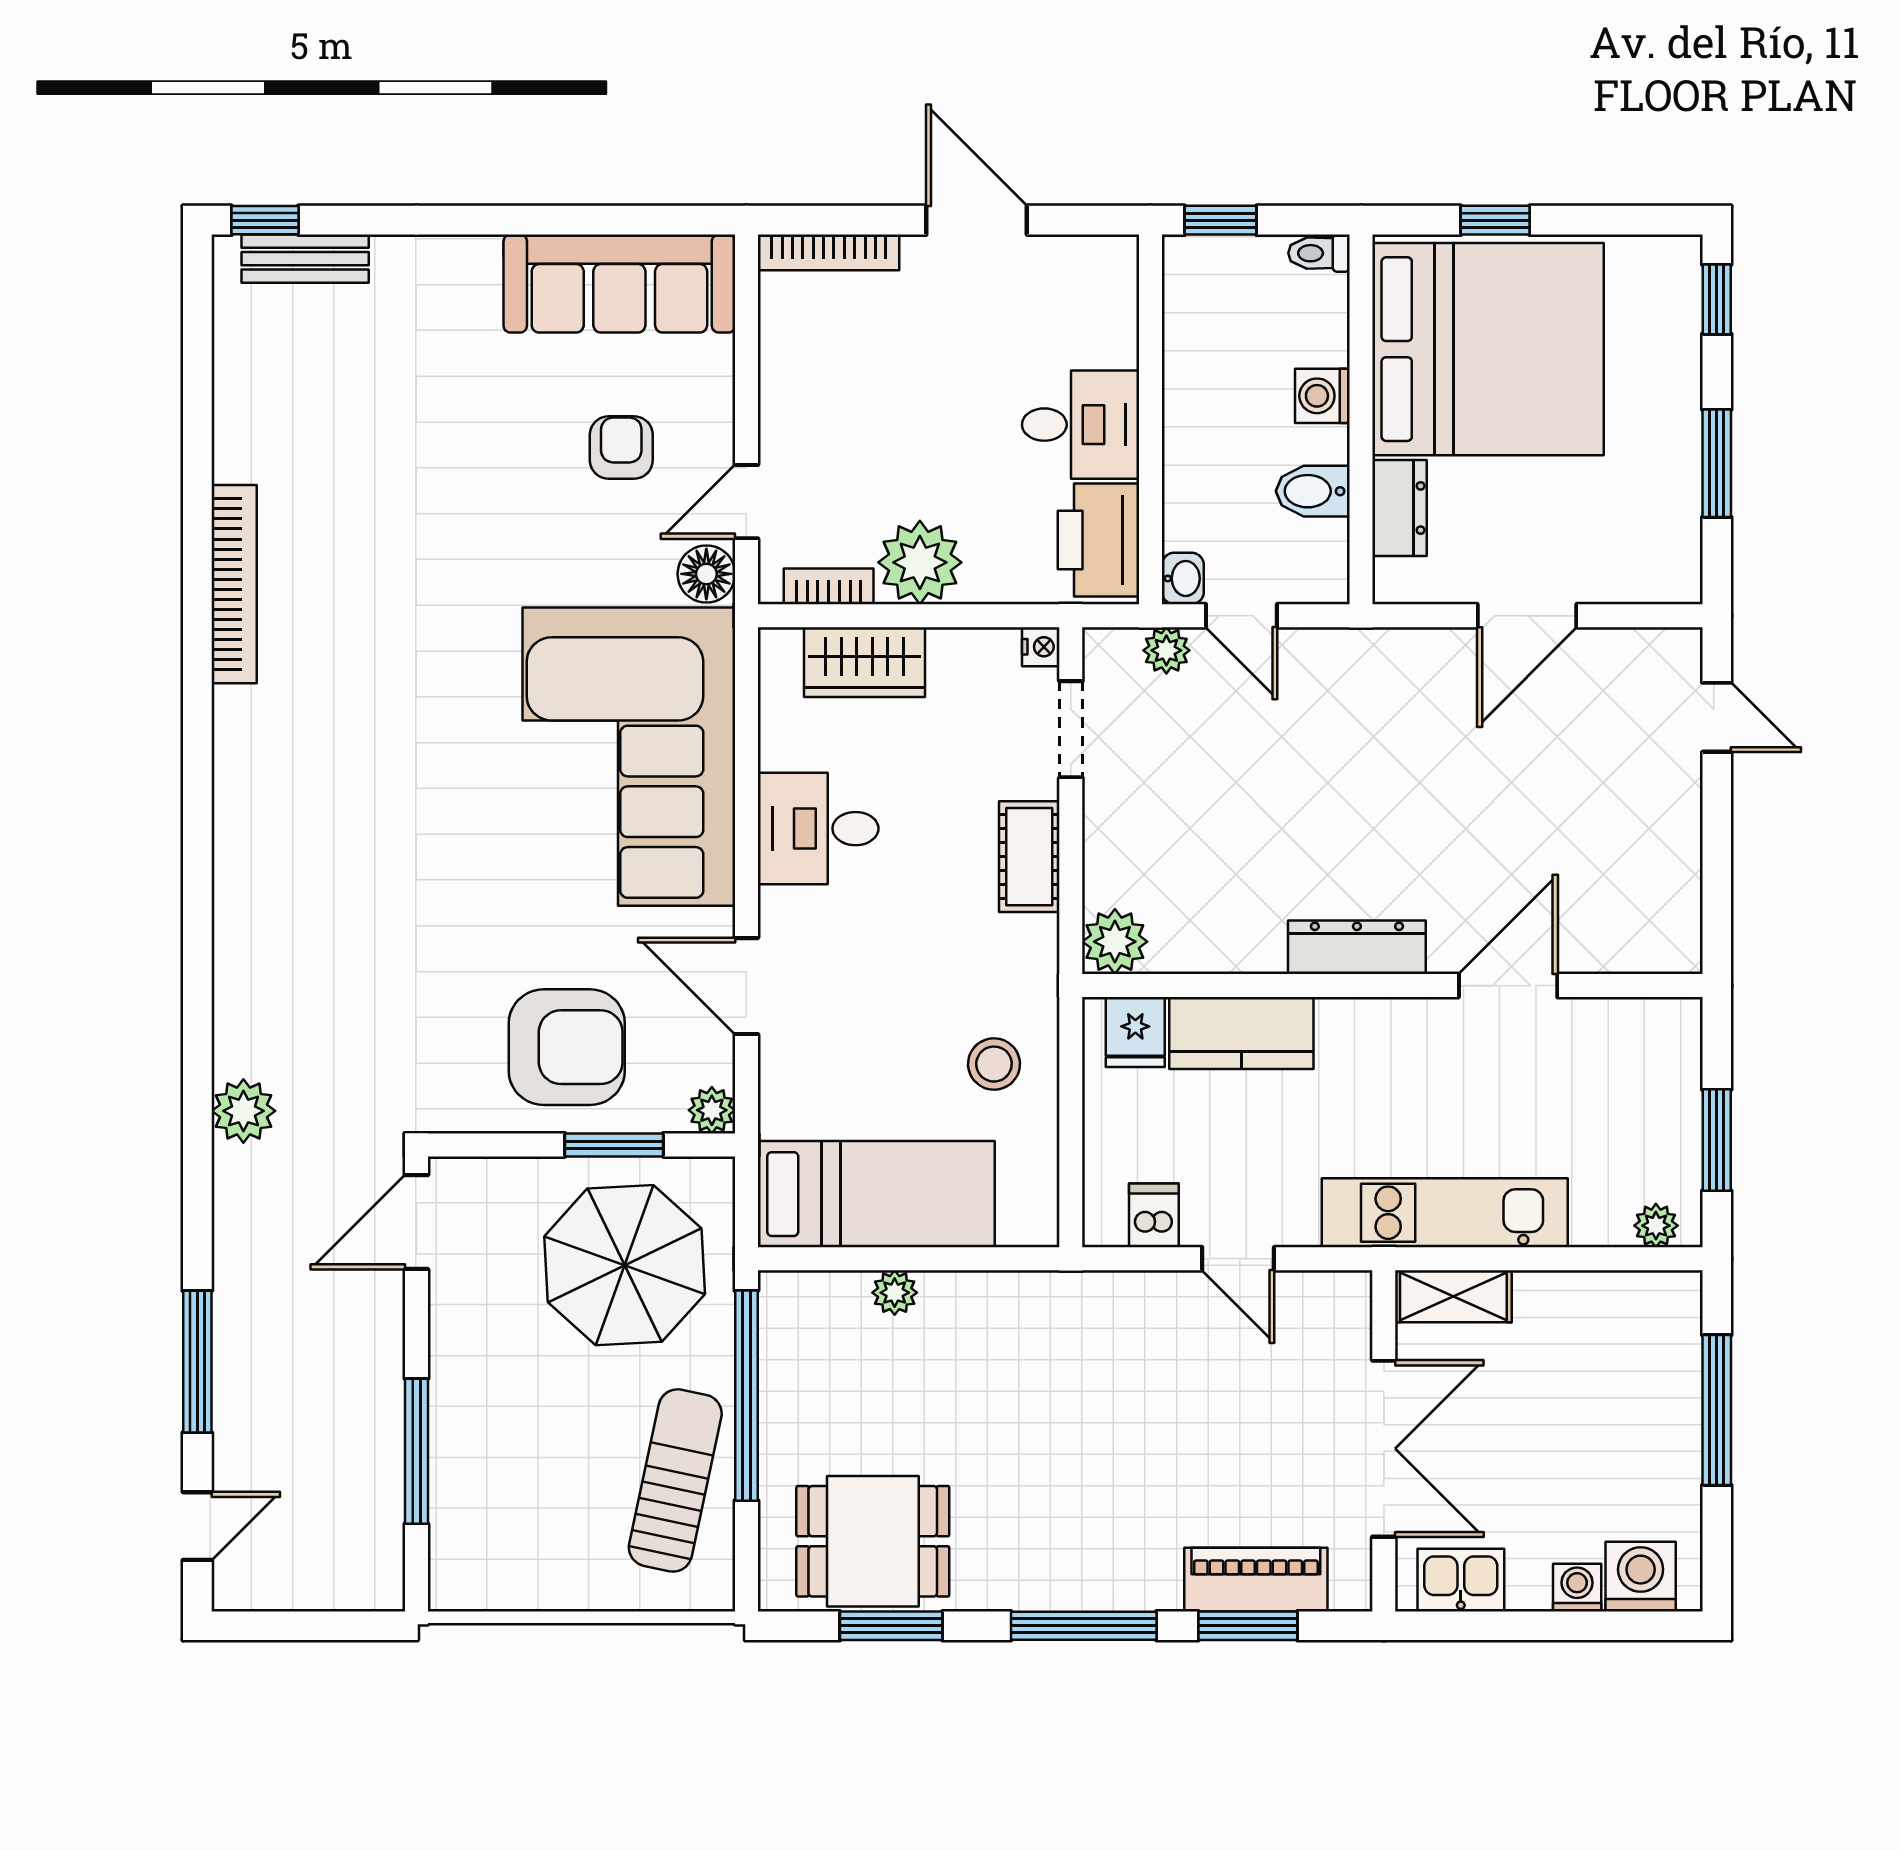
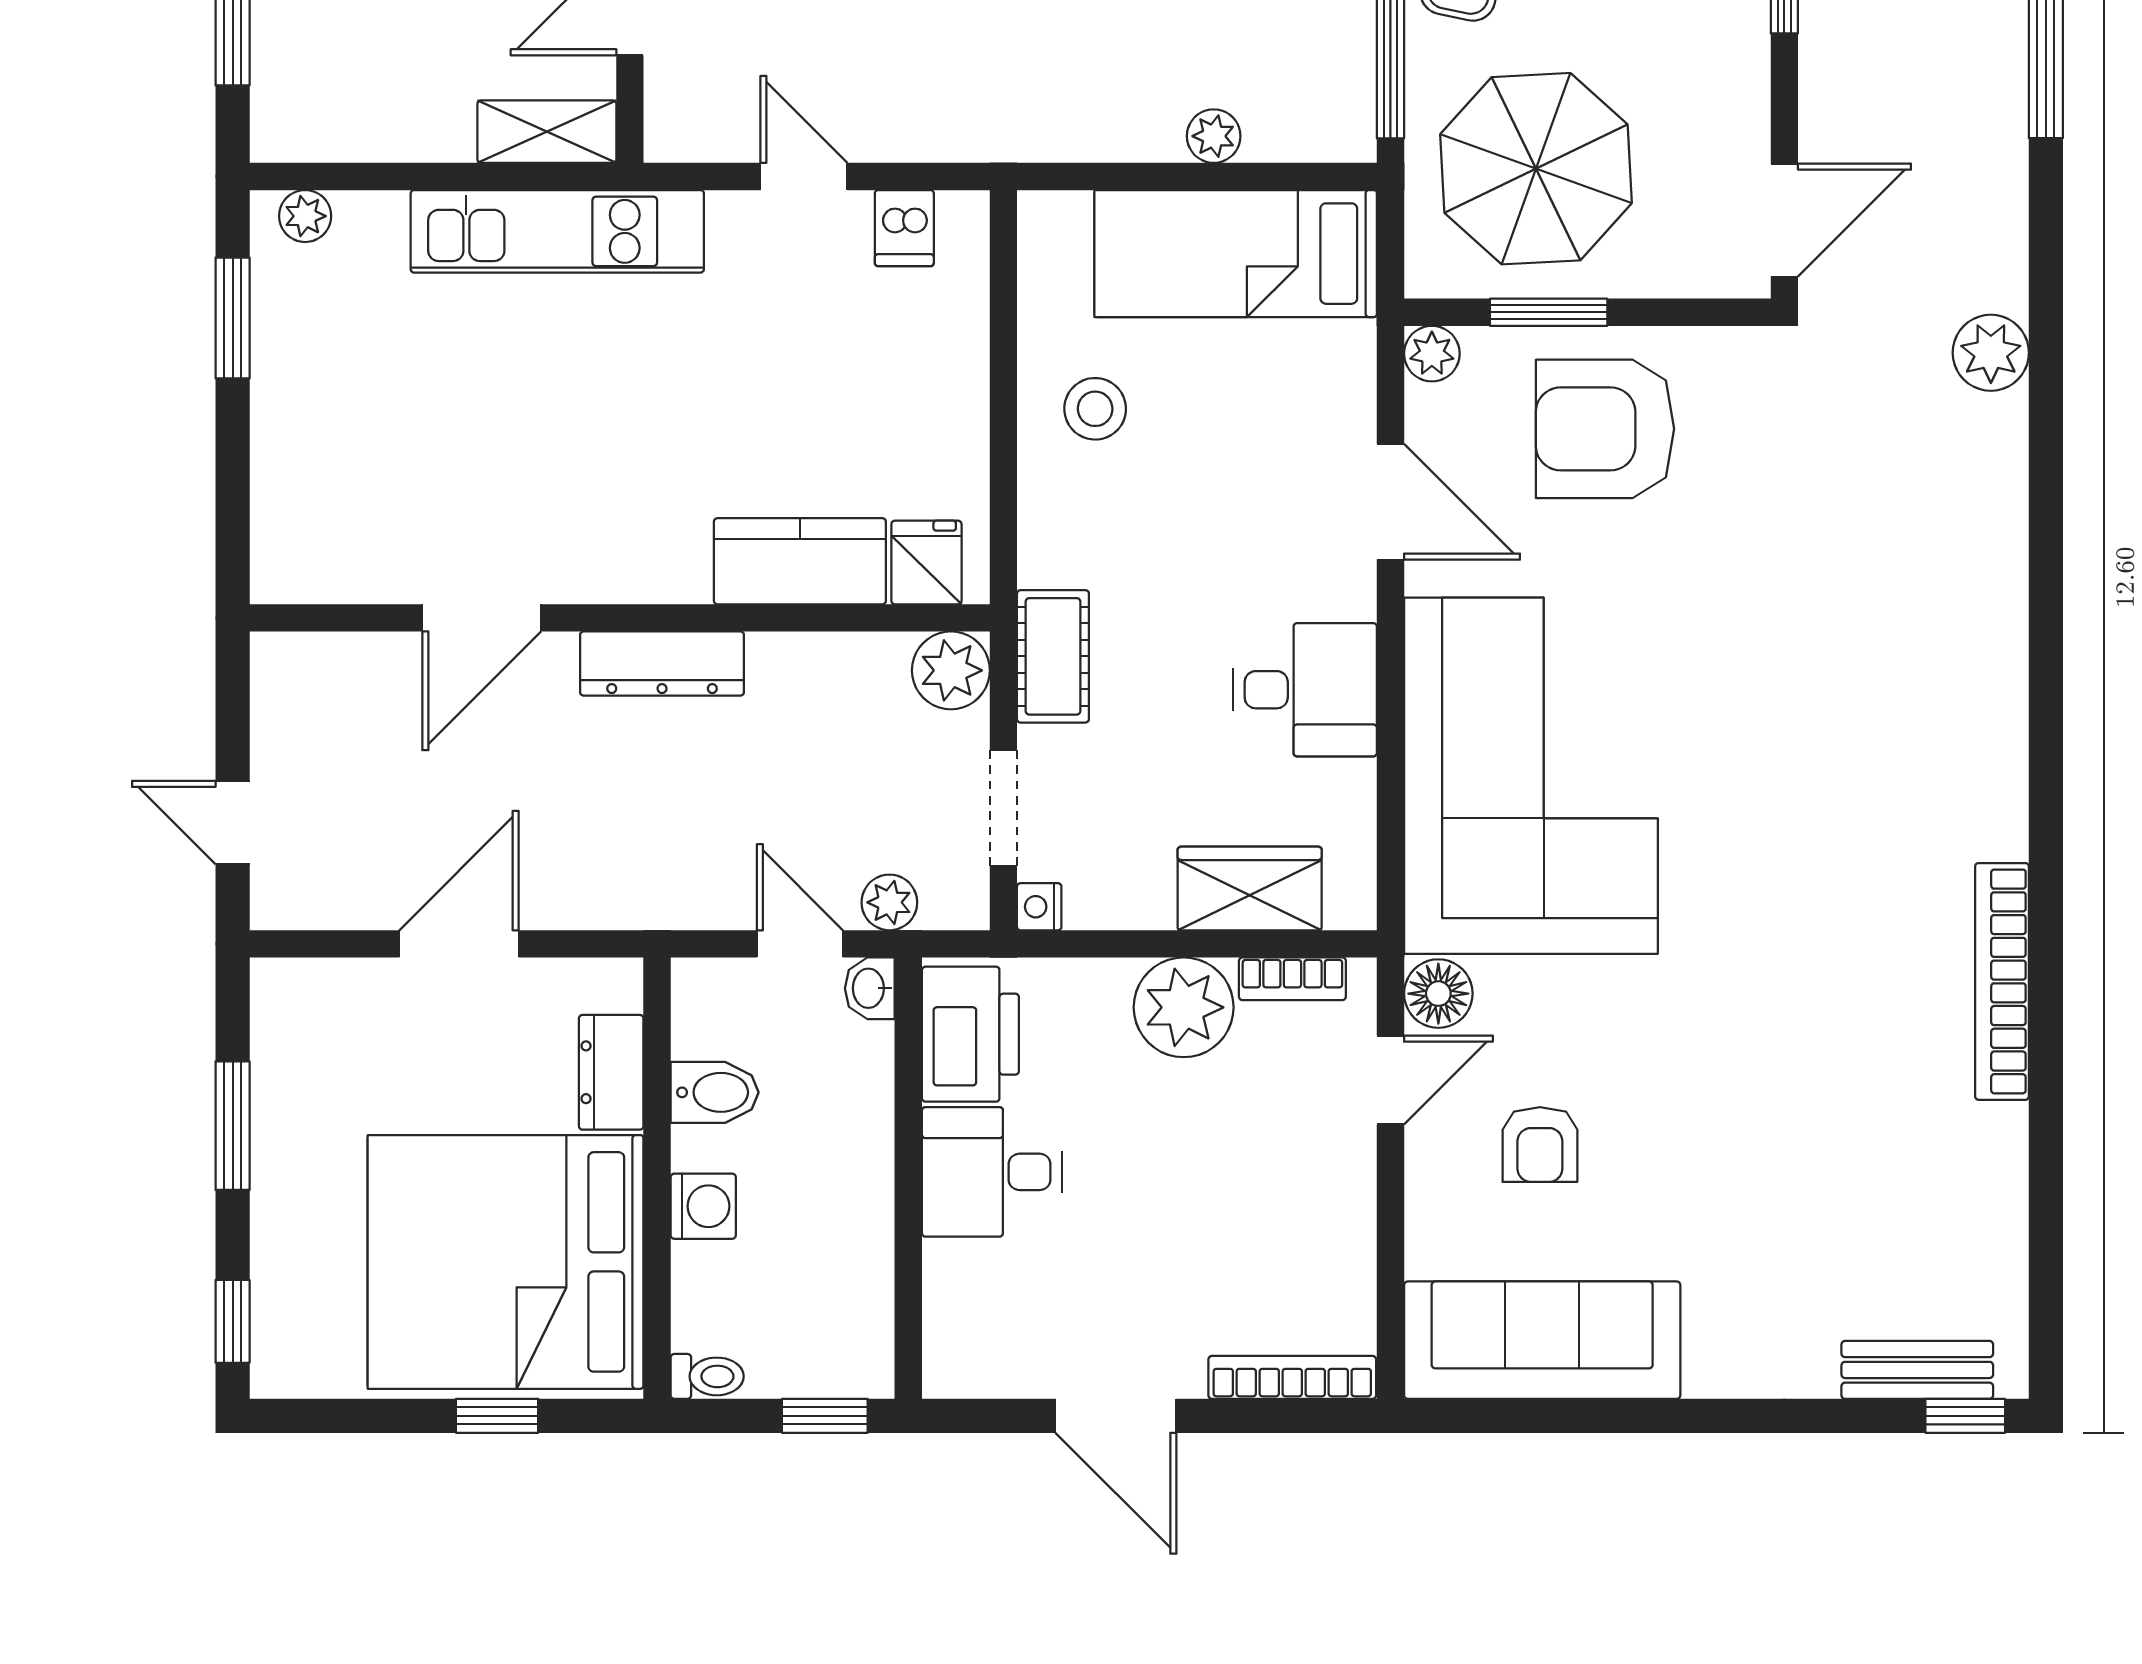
plant: (1115, 942) -> (951, 670), moved
dresser: (1357, 947) -> (662, 664), moved
wall: (1392, 986) -> (620, 618), moved
door: (1508, 986) -> (482, 618), moved
fridge: (1135, 1032) -> (926, 562), moved
kitchen counter: (1241, 1033) -> (800, 561), moved

